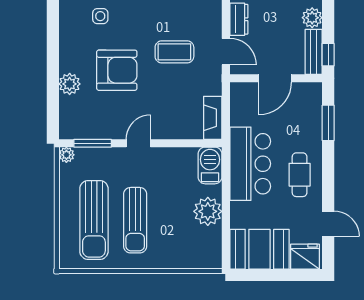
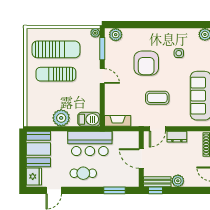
coffee table: (174, 52) -> (157, 98), turned 90
plant: (70, 84) -> (116, 35), moved
sun lounger: (94, 220) -> (56, 49), turned 180

